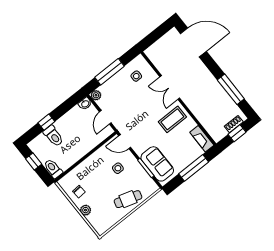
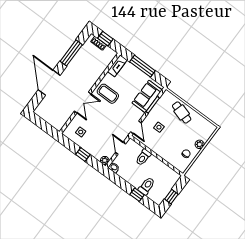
door: (193, 42) -> (49, 83), moved
window: (110, 72) -> (83, 155), width x0.46
door: (105, 117) -> (121, 148), swing flipped
toilet: (53, 169) -> (143, 157), moved

